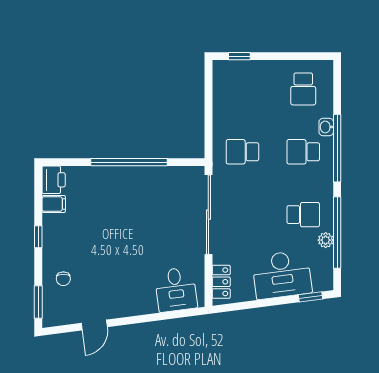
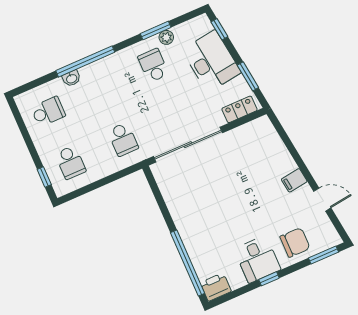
school desk: (303, 152) -> (70, 162), moved
window: (129, 162) -> (188, 263), moved
filing cabinet: (54, 204) -> (294, 180), moved, turned -97
window: (337, 232) -> (156, 31), width x0.47
chair: (63, 279) -> (295, 242), width x1.87, depth x1.87
desk: (176, 289) -> (257, 259), moved, turned 97
window: (251, 305) -> (248, 76), added

